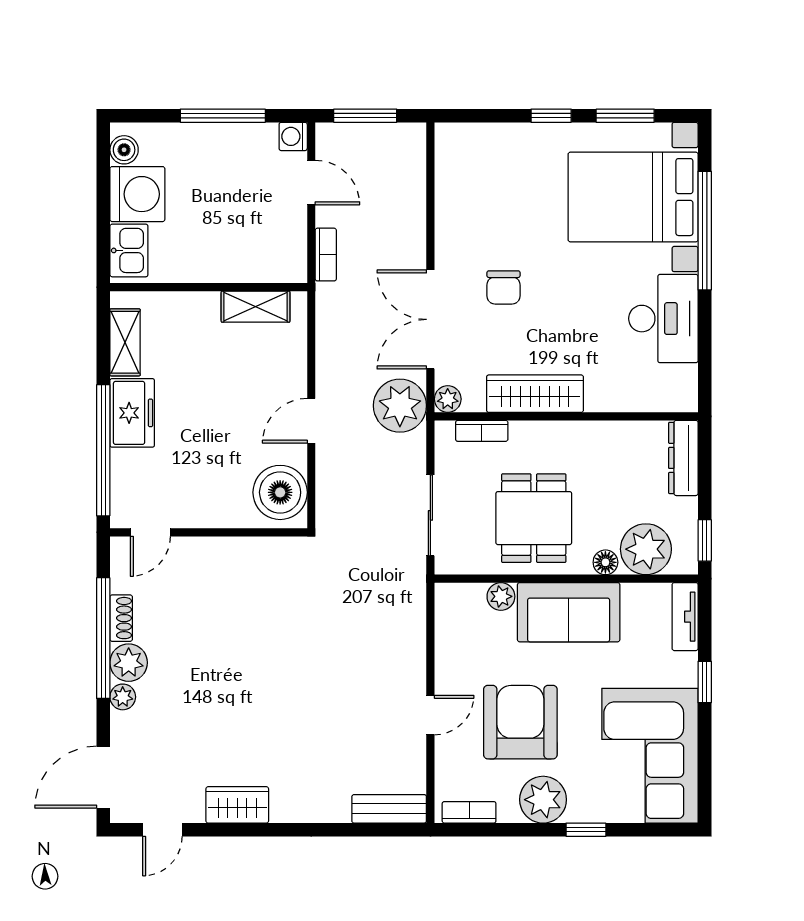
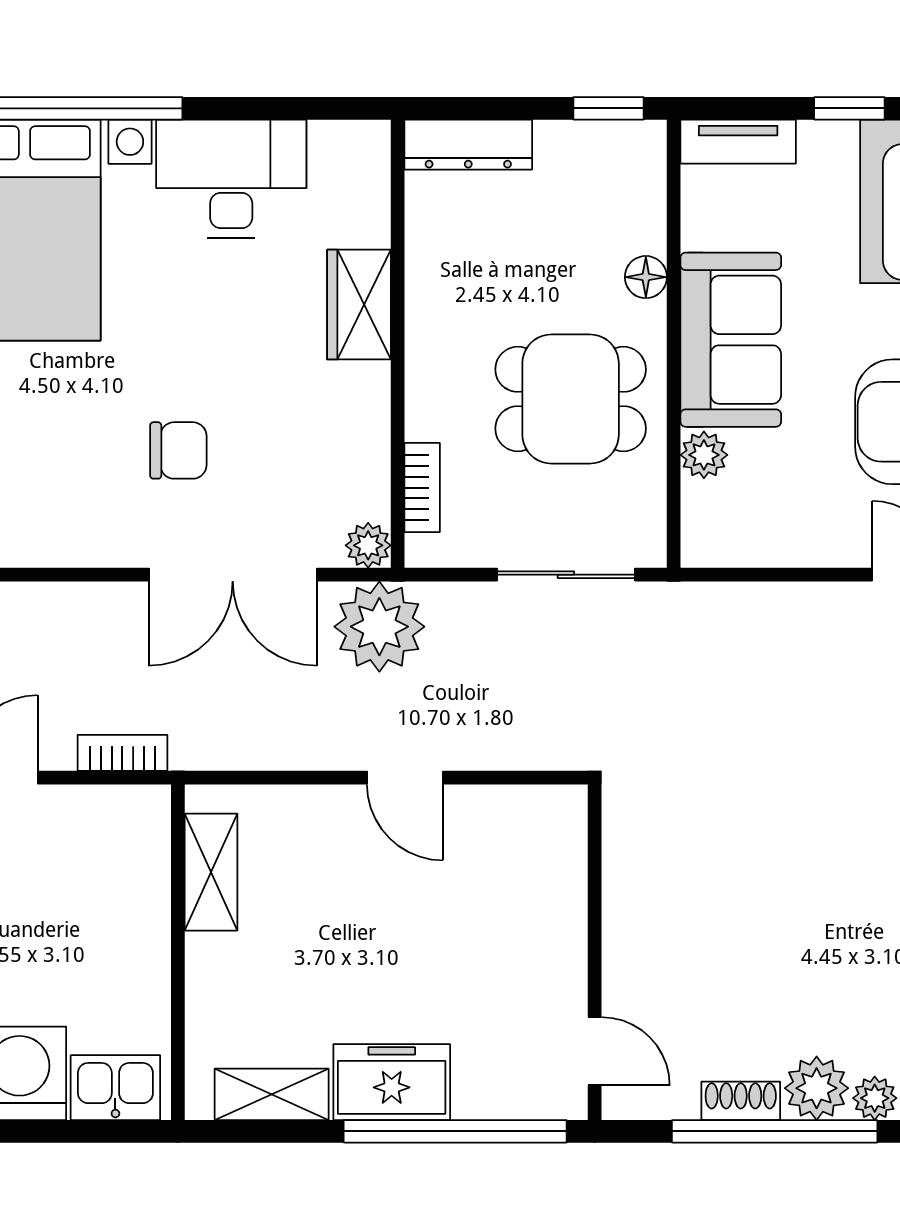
wardrobe: (535, 394) -> (359, 305), moved, width x0.67
boiler: (280, 492) -> (527, 830), removed
plant: (646, 549) -> (624, 208), removed

